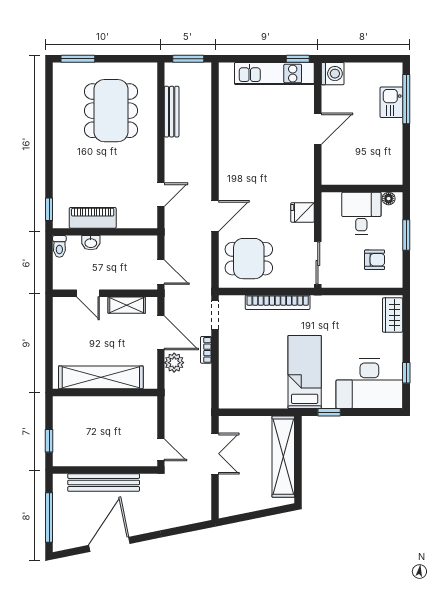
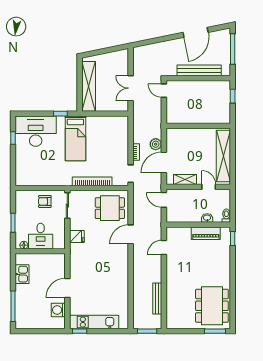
washing machine: (333, 74) -> (58, 310), moved
kitchen sink: (391, 102) -> (22, 274), moved
dining table: (111, 111) -> (212, 306), moved
armchair: (375, 260) -> (45, 201), moved
wardrobe: (393, 315) -> (21, 173), removed
door: (161, 333) -> (164, 162), hinge flipped
shelving: (101, 377) -> (223, 156), moved, turned 90

